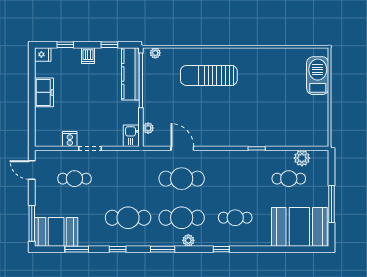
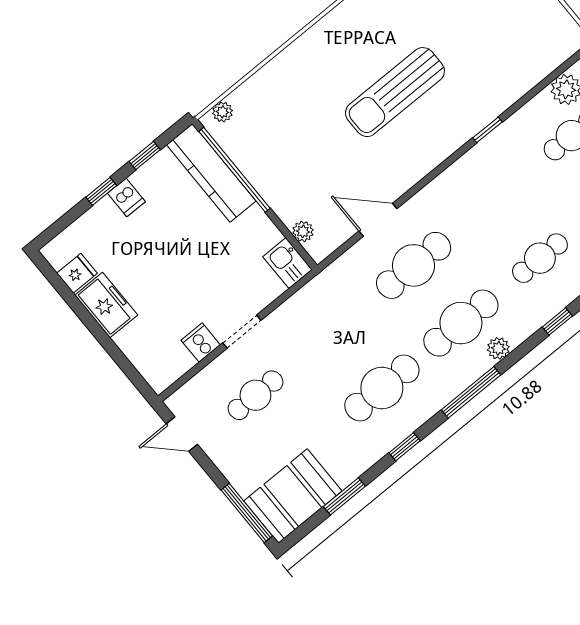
window: (65, 45) -> (101, 191), moved
fridge: (43, 54) -> (77, 273), moved
sun lounger: (209, 75) -> (395, 92), moved
window: (163, 249) -> (471, 392), width x1.44

